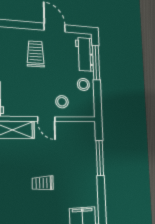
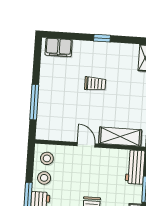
stool: (62, 102) -> (47, 158), moved

